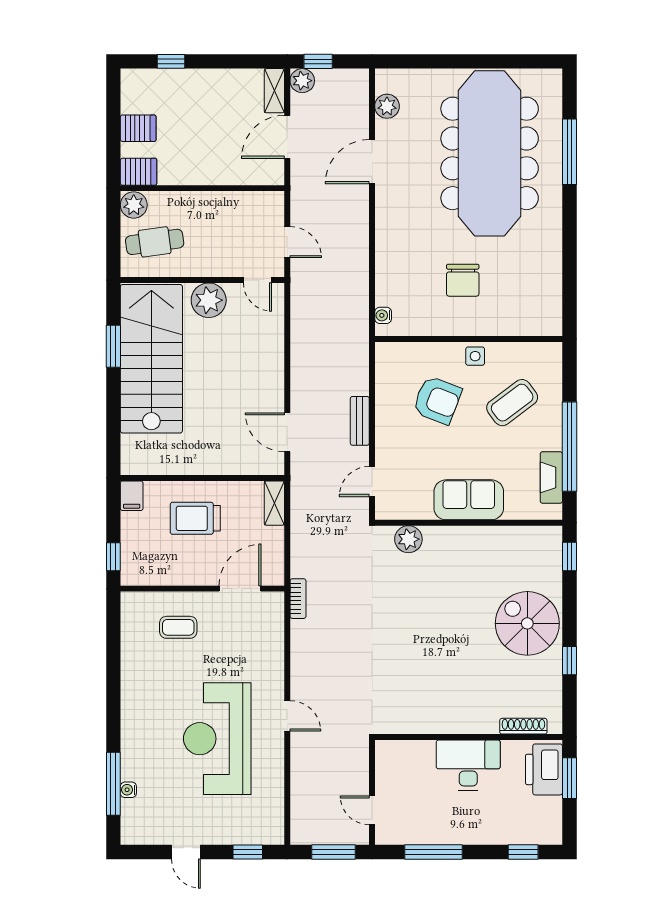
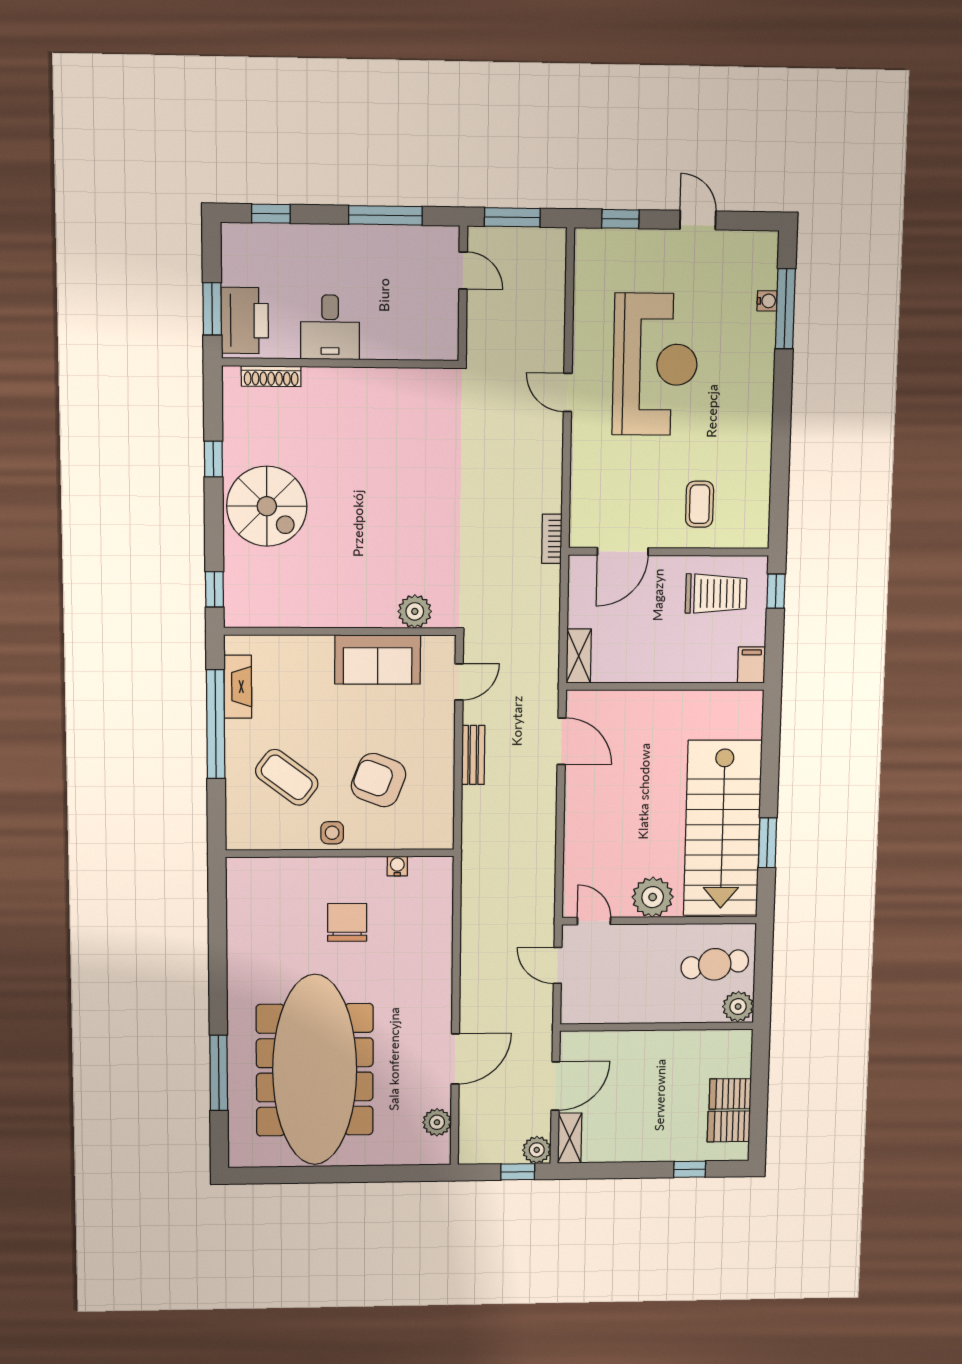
server rack: (138, 172) -> (729, 1126), moved
water cooler: (383, 315) -> (397, 866), moved, turned -90
coffee table: (512, 403) -> (287, 777), turned 74
sofa: (469, 500) -> (378, 660), moved
trolley: (195, 518) -> (716, 594), moved
coffee table: (178, 627) -> (700, 504), turned 90
desk: (468, 765) -> (330, 327), width x0.73

